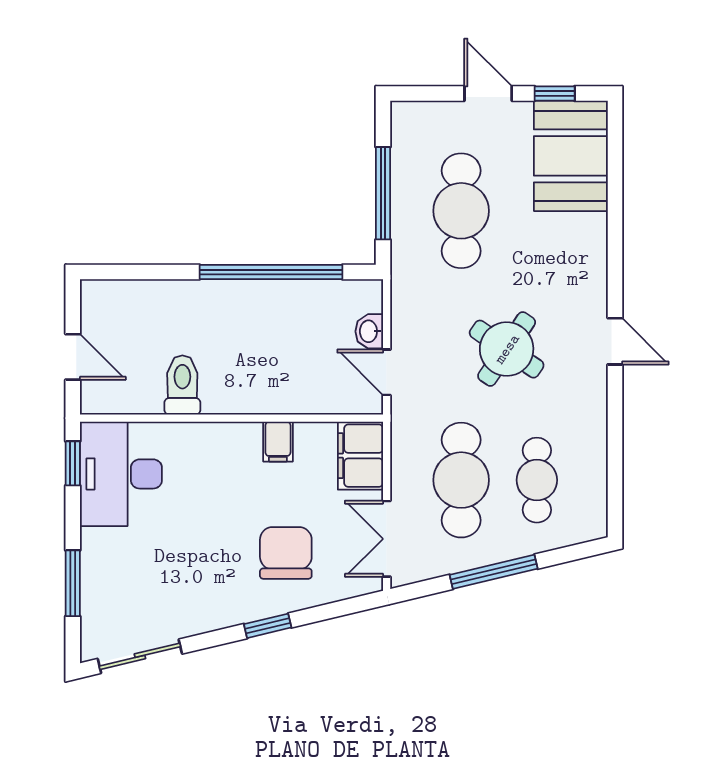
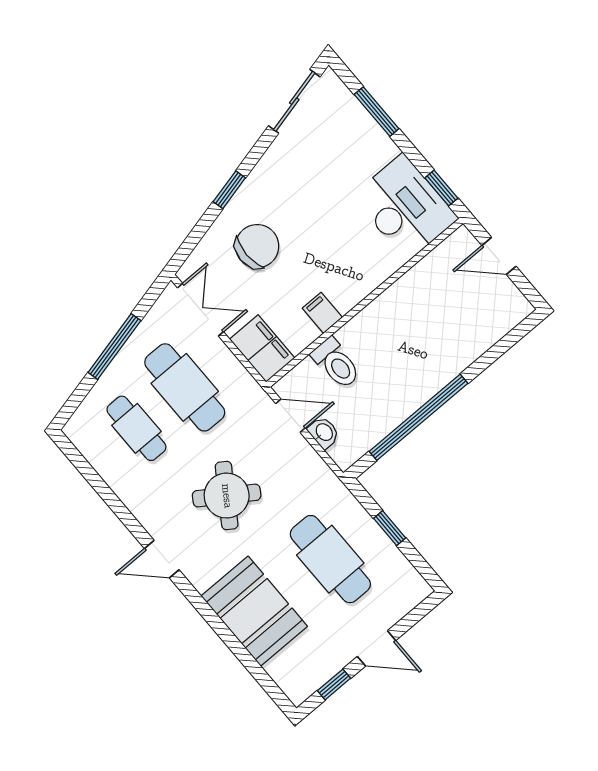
booth: (571, 156) -> (254, 611), moved
window: (383, 193) -> (390, 528), width x0.46
toilet: (182, 385) -> (336, 363), moved
chair: (286, 553) -> (257, 246), turned -90

